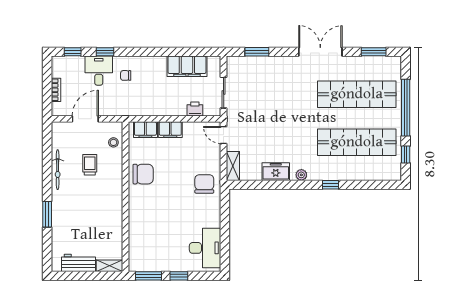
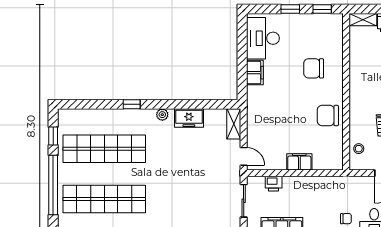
filing cabinet: (145, 130) -> (255, 73), moved, turned 90
chair: (204, 184) -> (314, 68), moved, turned 90
window: (149, 276) -> (322, 9), width x0.67

